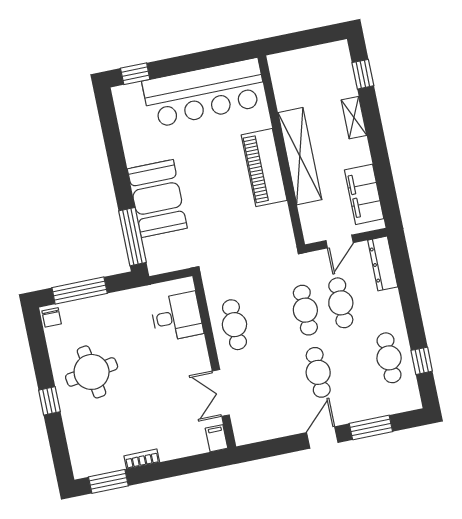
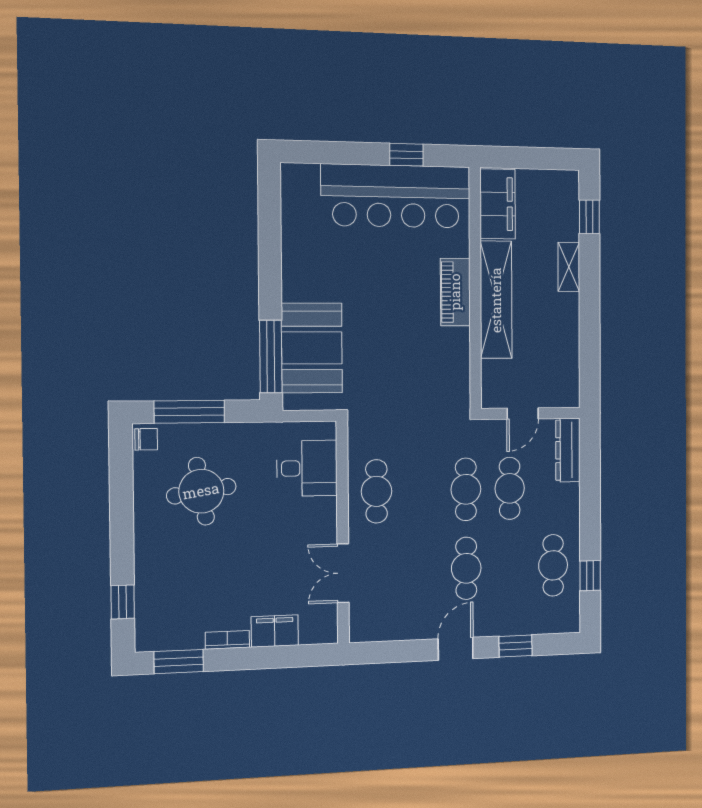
window: (135, 74) -> (406, 155), moved
piano: (264, 168) -> (455, 292), width x0.73, depth x0.75
filing cabinet: (364, 194) -> (498, 204), moved, turned 180
booth: (157, 198) -> (312, 348), moved
chair: (52, 317) -> (146, 439), turned -90
round table: (92, 372) -> (201, 491), moved
window: (49, 401) -> (123, 602), moved
window: (371, 427) -> (516, 646), width x0.67
filing cabinet: (216, 438) -> (275, 631), moved, width x2.00

